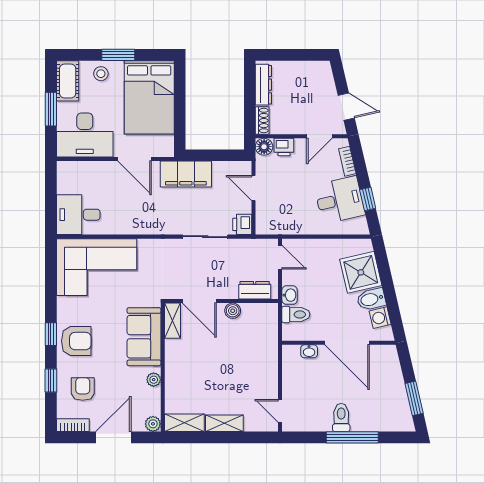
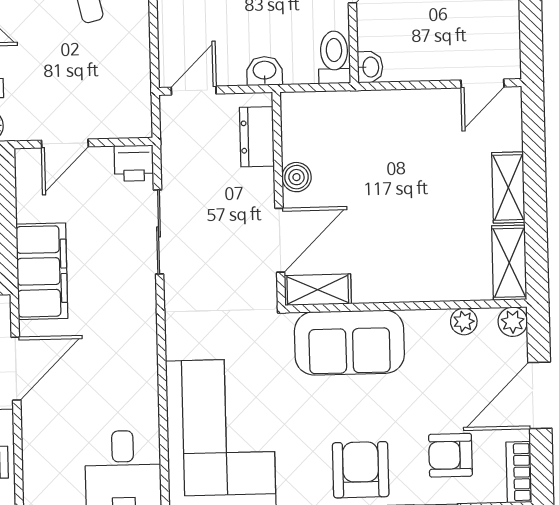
toilet: (296, 314) -> (334, 57), moved
washbasin: (309, 351) -> (370, 67), moved
plant: (154, 380) -> (464, 321), moved
door: (113, 437) -> (540, 395), hinge flipped

